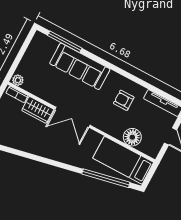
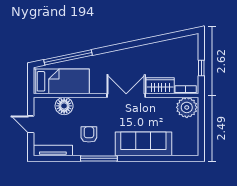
window: (65, 42) -> (99, 158), moved
plant: (18, 80) -> (187, 107), width x1.88, depth x1.88
armchair: (124, 100) -> (89, 134), turned -90

